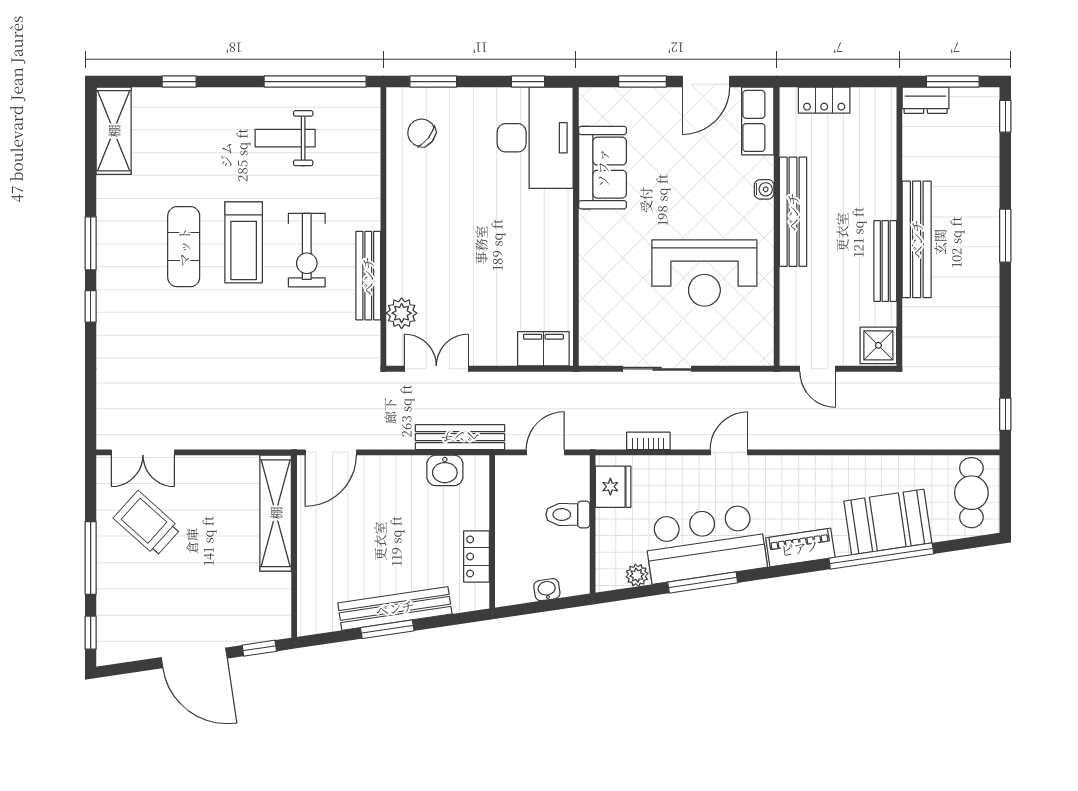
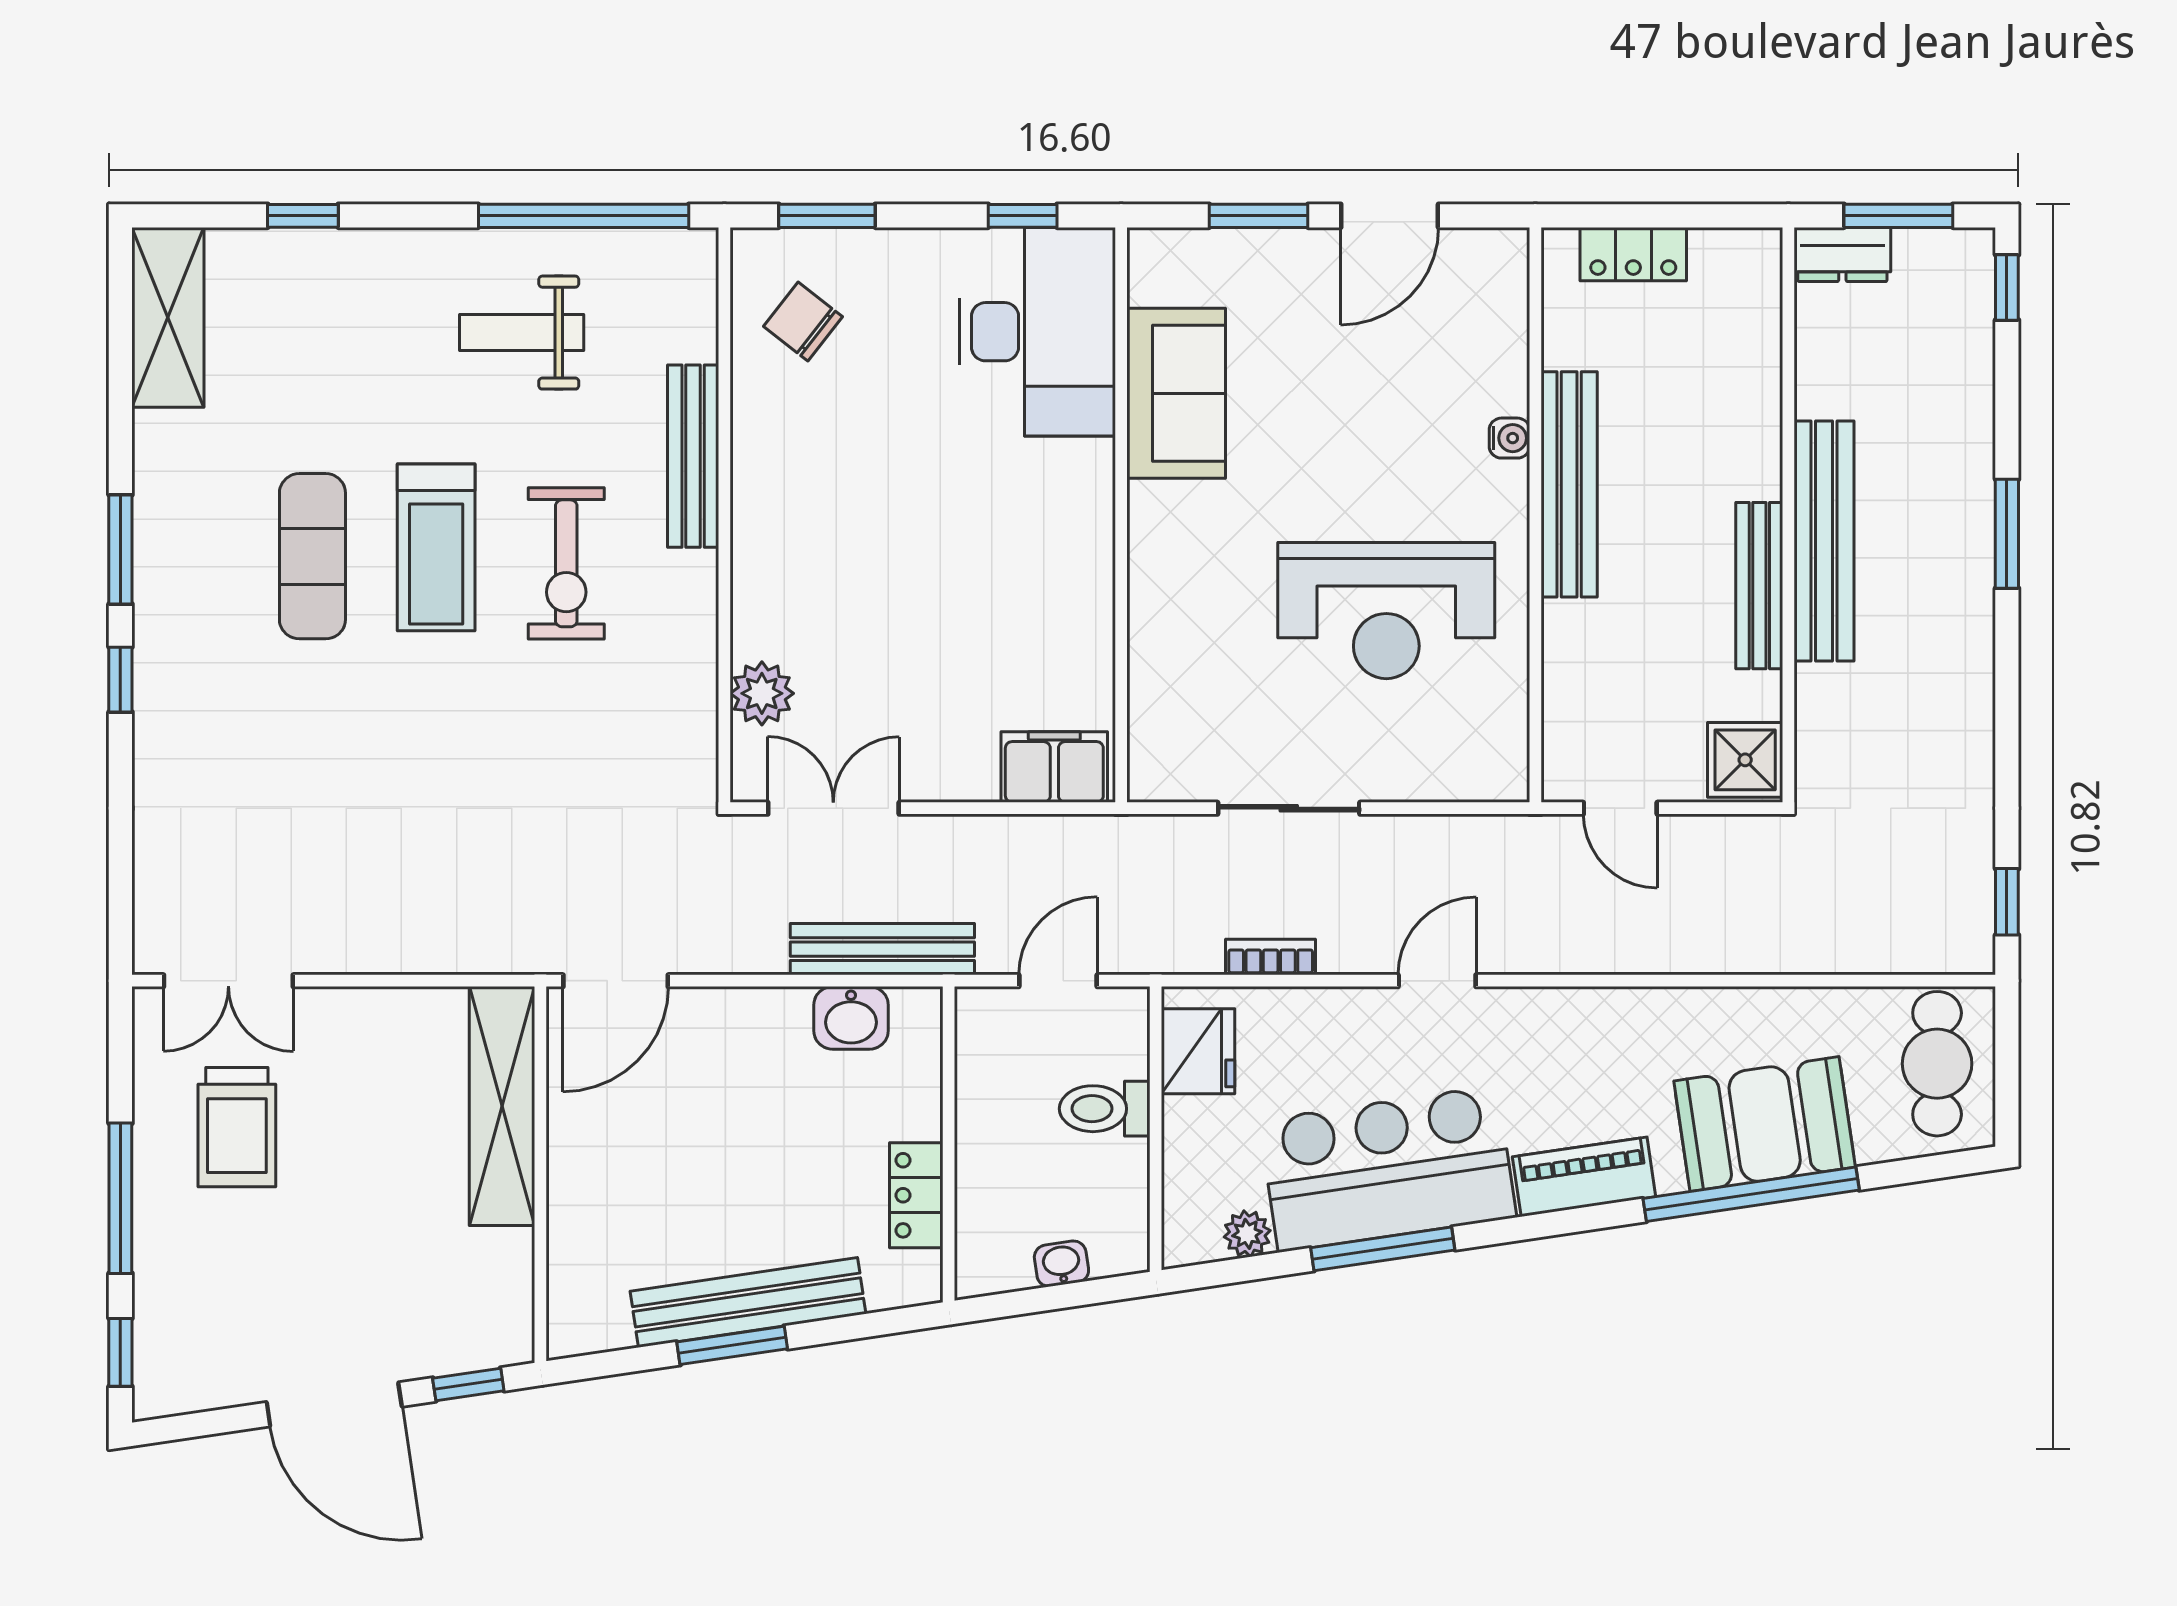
row of seats: (758, 121) -> (1496, 297), removed
bench: (368, 276) -> (693, 456), moved
trolley: (147, 523) -> (237, 1127), turned -132

